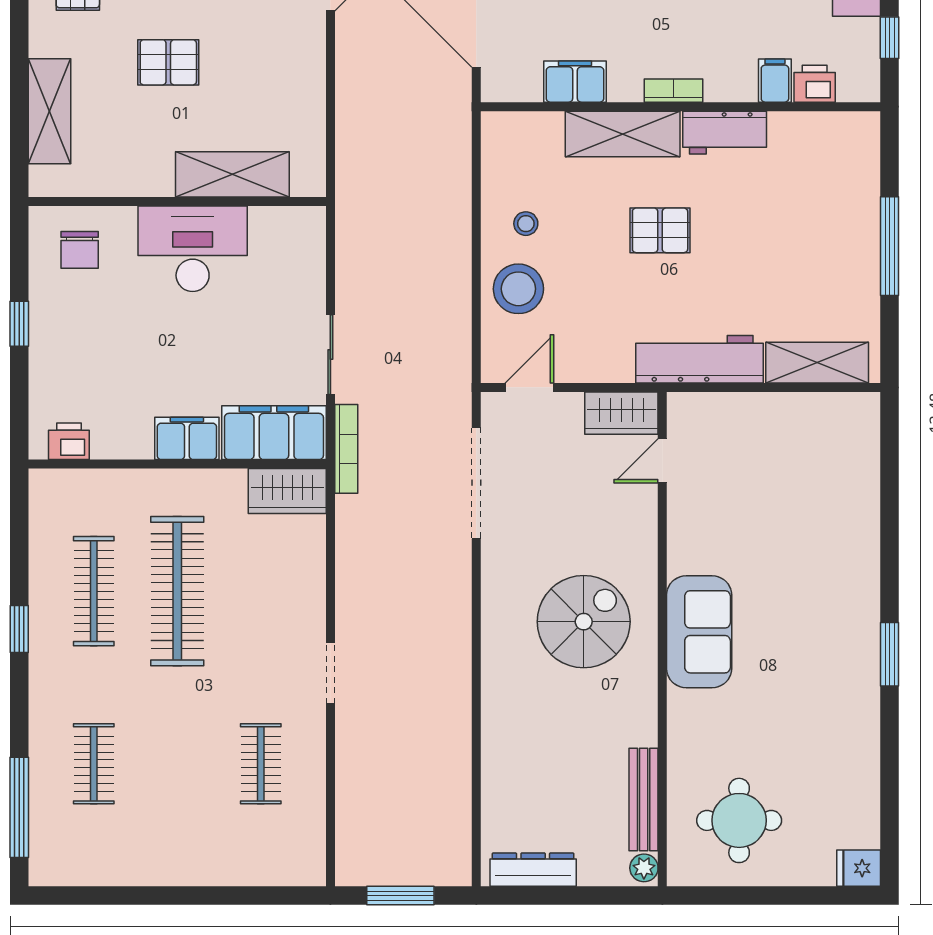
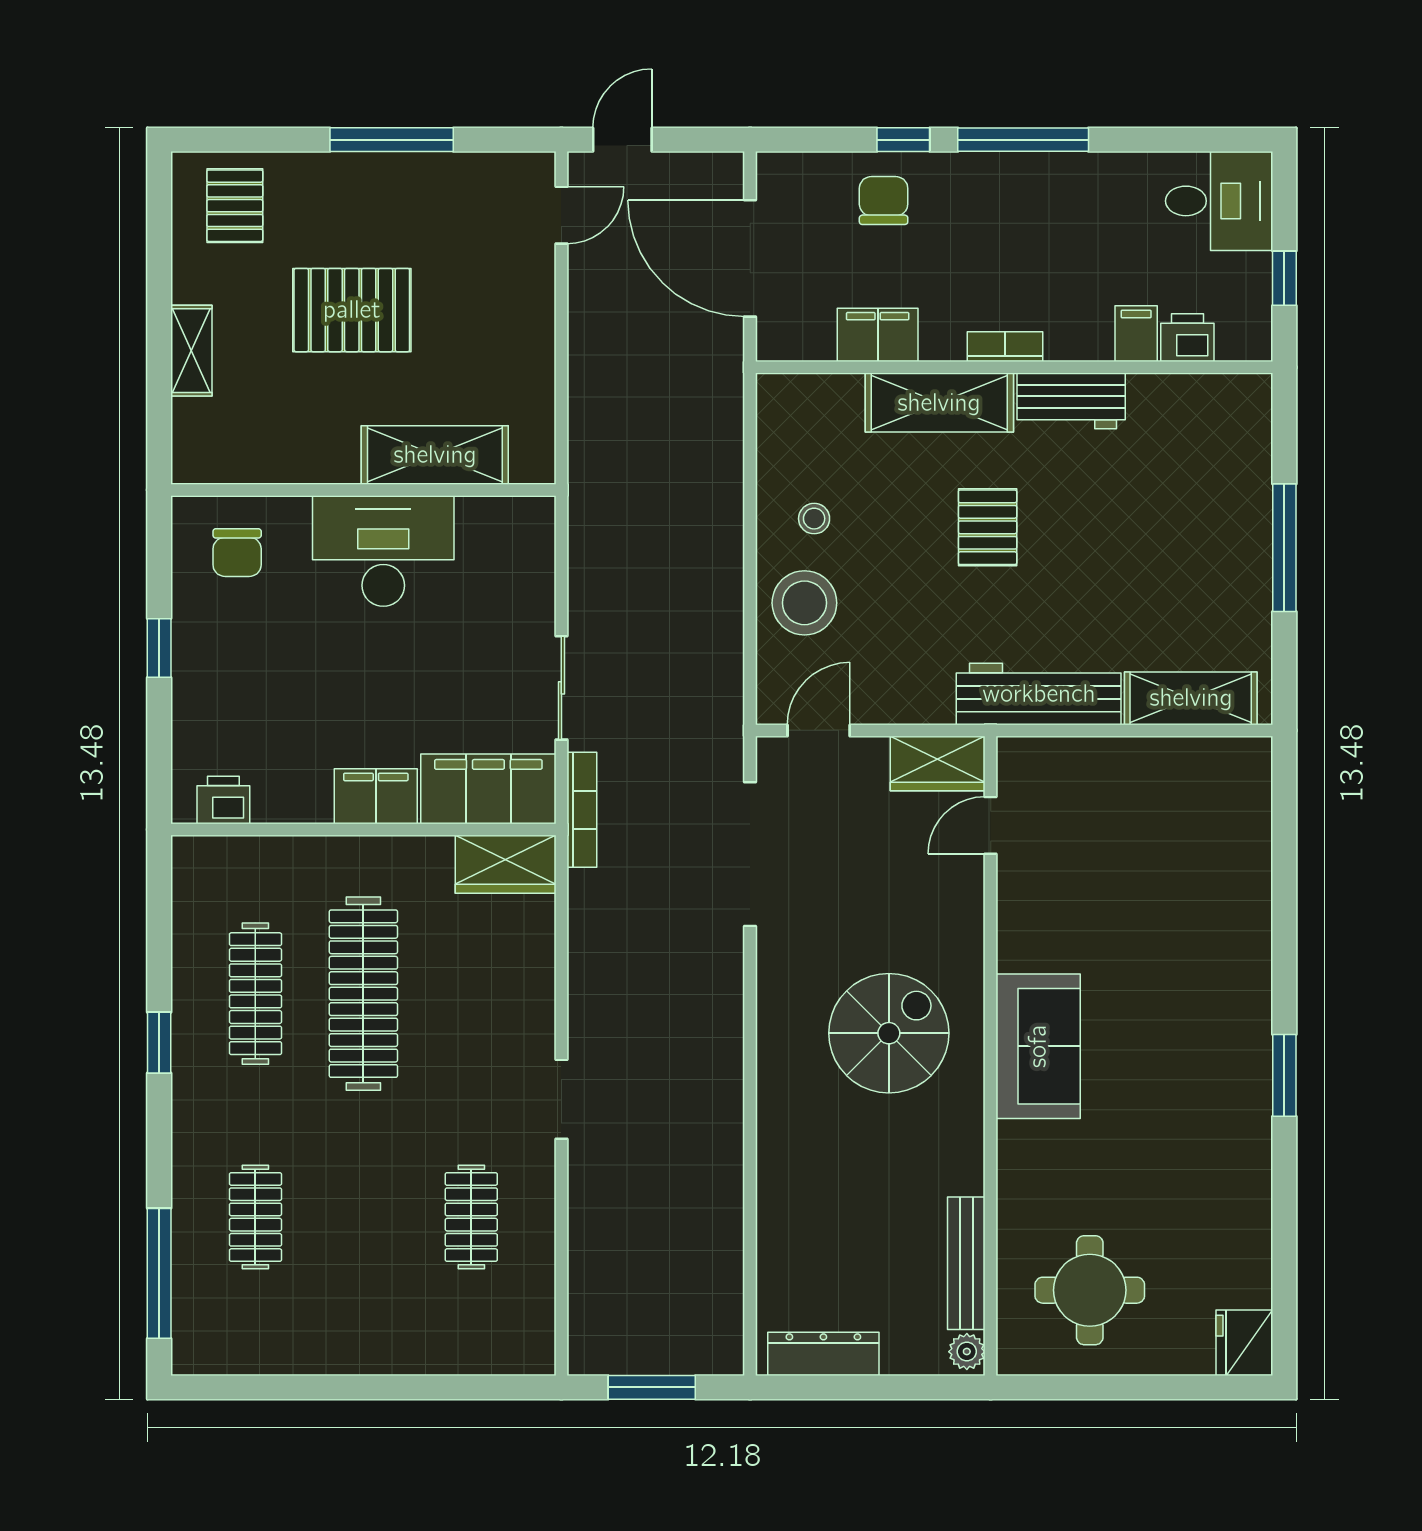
pallet: (168, 62) -> (352, 310), width x1.50, depth x1.42
shelving: (49, 111) -> (191, 351), width x0.67, depth x0.75
pallet: (660, 230) -> (988, 527), turned 90
fridge: (859, 868) -> (1244, 1343), width x1.38

